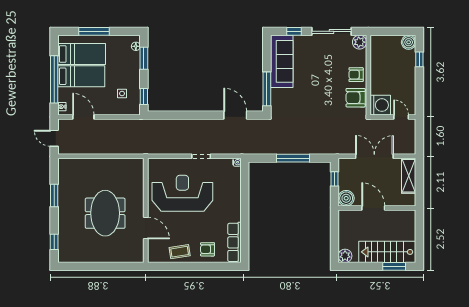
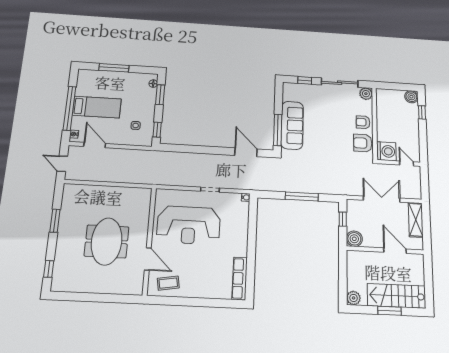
bed: (82, 54) -> (100, 87), removed
sofa: (282, 61) -> (292, 125), moved
reception desk: (182, 193) -> (189, 225), turned 180
door: (373, 208) -> (395, 251), moved
armchair: (207, 249) -> (211, 284), removed
coffee table: (180, 252) -> (168, 283), moved
window: (394, 266) -> (389, 311), moved

